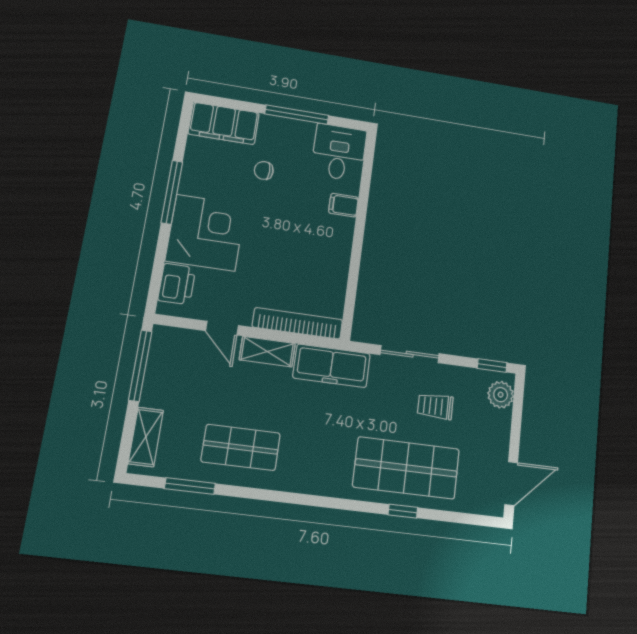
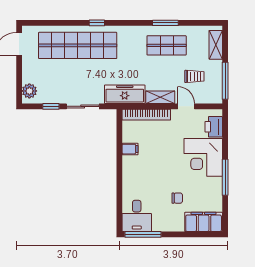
window: (297, 115) -> (143, 234), moved
filing cabinet: (344, 205) -> (130, 149), moved
window: (492, 366) -> (51, 106), moved
trolley: (435, 406) -> (194, 76), moved
shop shelf: (406, 468) -> (78, 45), width x1.40
window: (190, 486) -> (165, 23), moved
window: (403, 511) -> (97, 23), moved

